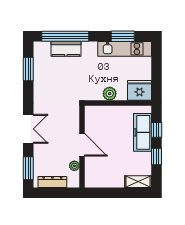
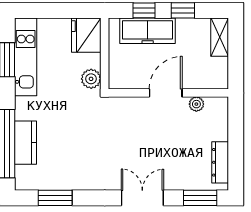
door: (82, 145) -> (166, 93), moved
wall: (82, 147) -> (168, 93), moved
plant: (74, 166) -> (196, 104), moved

